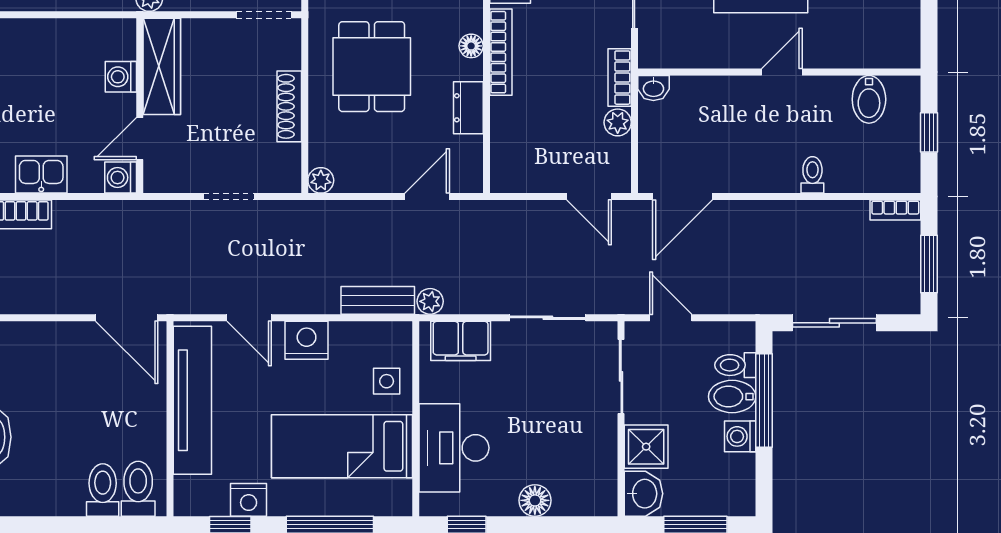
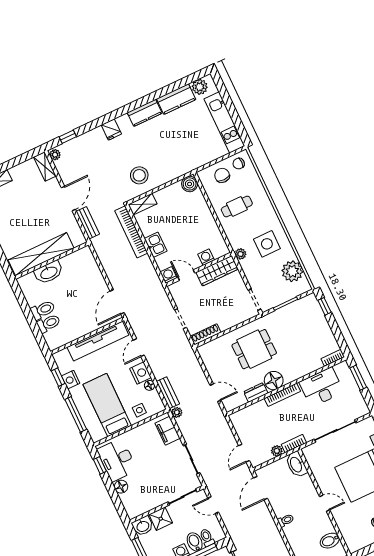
floor lamp: (471, 46) -> (274, 381), width x1.89, depth x1.89
washbasin: (653, 88) -> (296, 464), width x1.91, depth x1.45
shoe rack: (289, 106) -> (206, 334), moved
toilet: (812, 175) -> (286, 520), moved
plant: (321, 180) -> (203, 350), removed
door: (682, 197) -> (261, 488), hinge flipped
door: (671, 318) -> (213, 505), swing flipped
floor lamp: (343, 333) -> (150, 385), added
desk: (454, 448) -> (117, 460), moved, turned -90
toilet: (138, 489) -> (43, 310), moved

